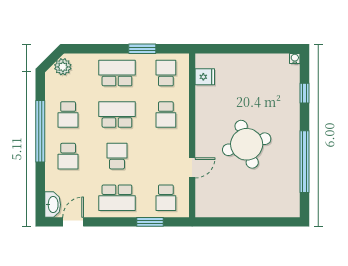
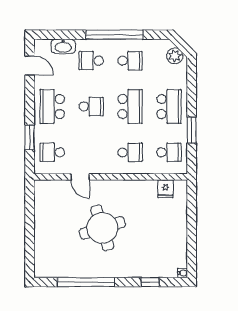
school desk: (68, 115) -> (130, 61), turned 180
school desk: (166, 115) -> (130, 152), turned 180
washbasin: (53, 205) -> (63, 46), moved

